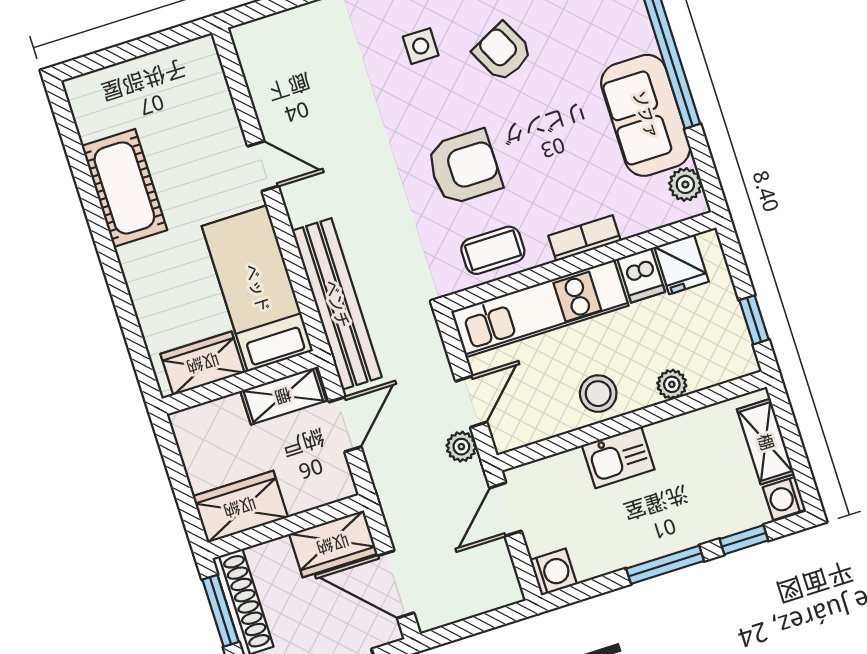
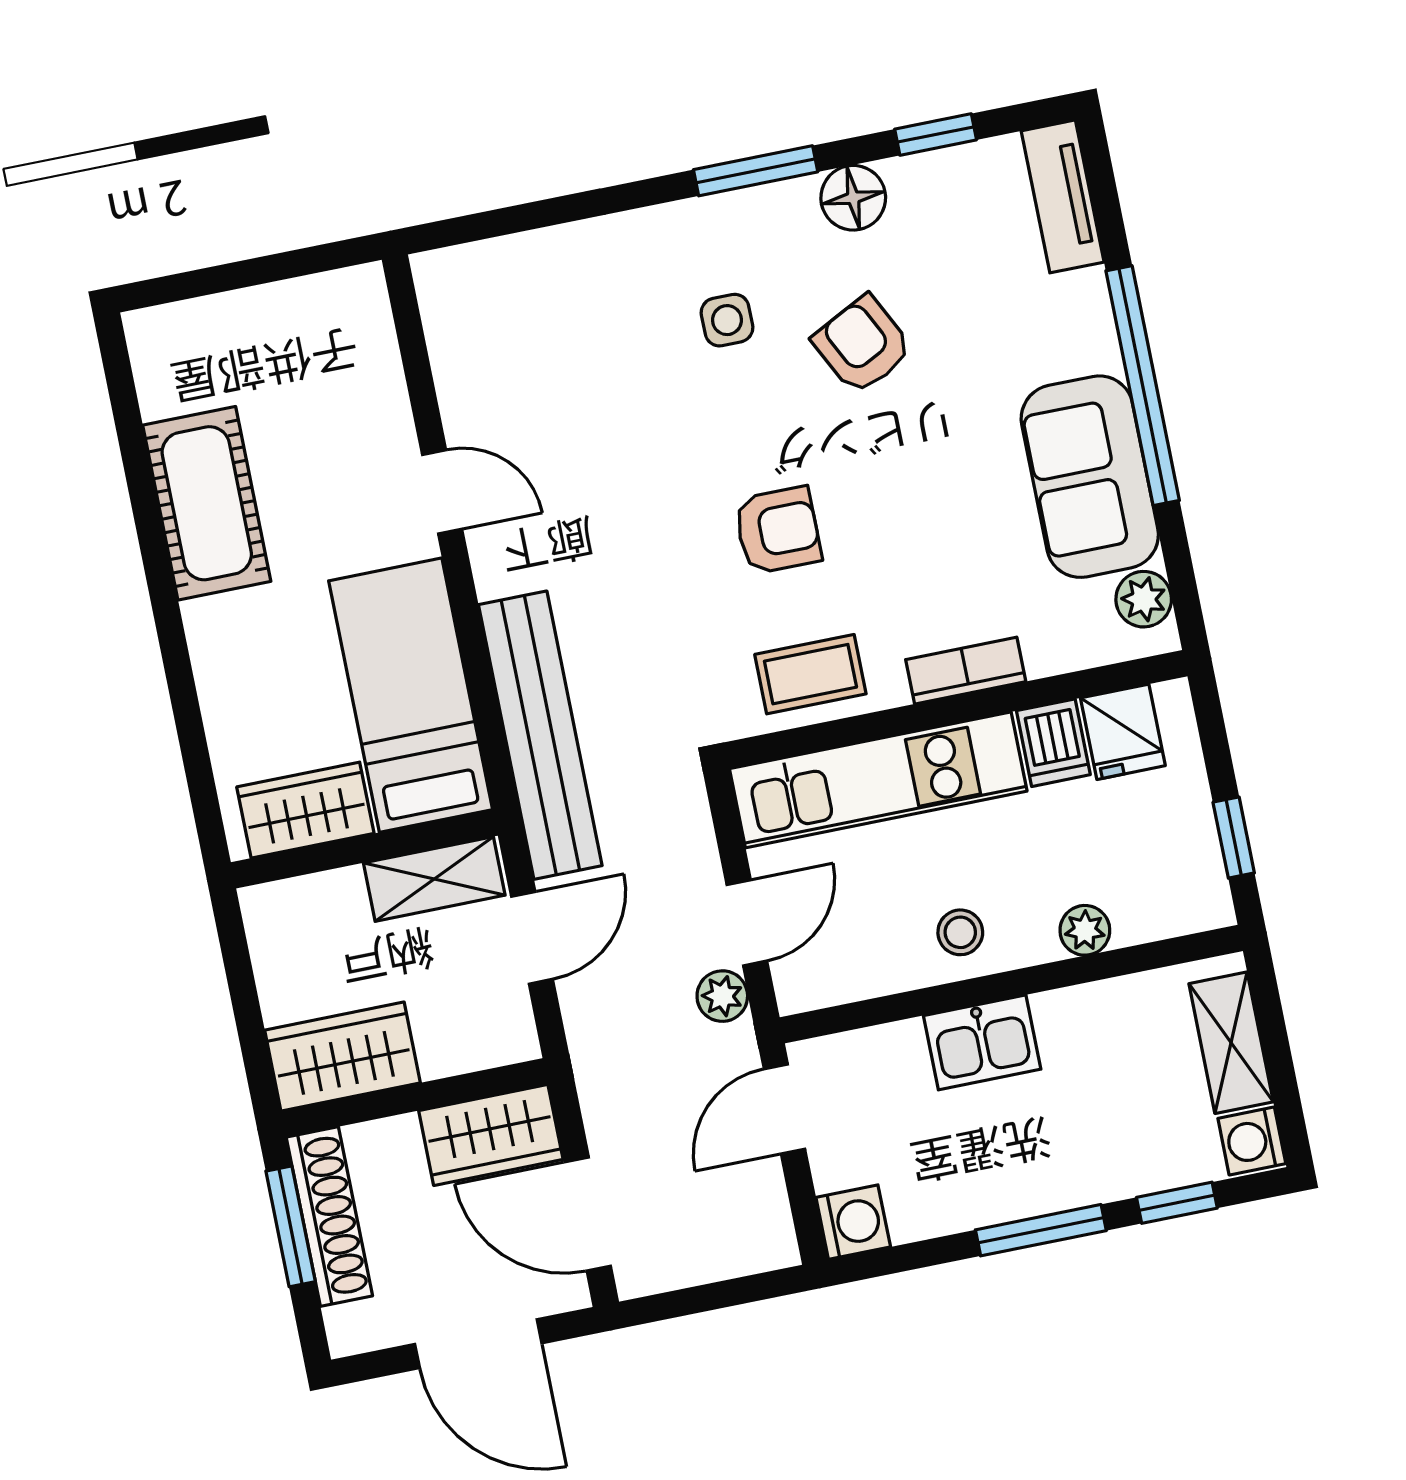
armchair: (464, 167) -> (778, 530), width x0.72, depth x0.72
stool: (598, 394) -> (960, 932), width x0.73, depth x0.73

